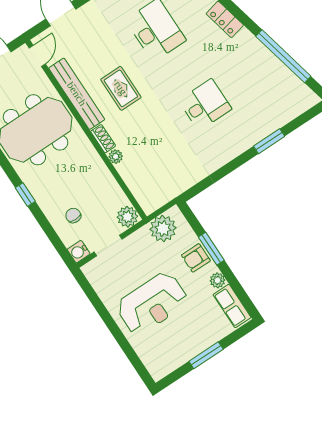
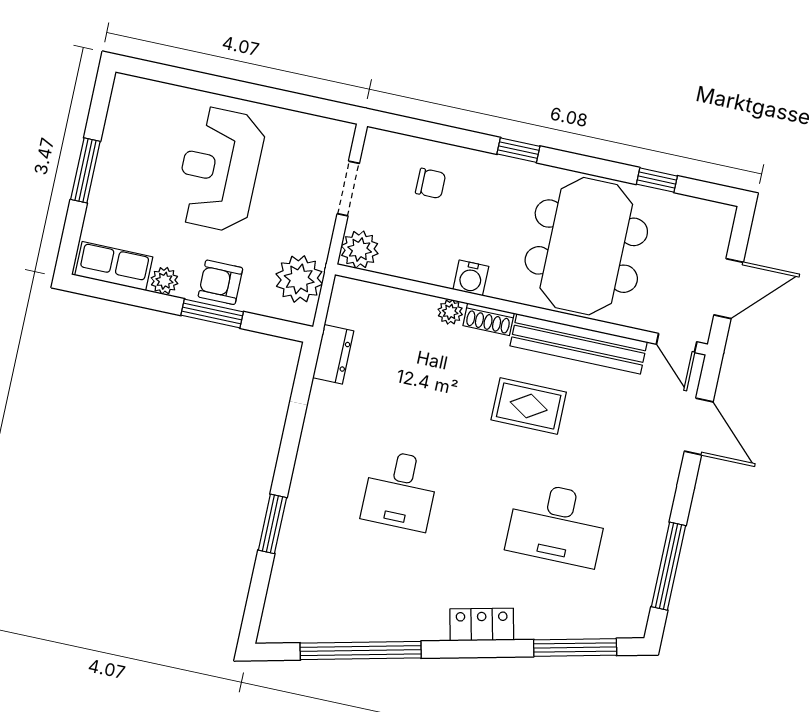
dresser: (179, 185) -> (333, 354), added
water cooler: (79, 252) -> (471, 278), moved, turned 180
armchair: (196, 258) -> (220, 282), turned -90

